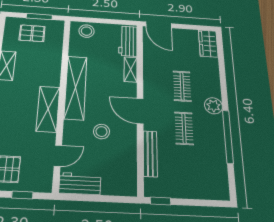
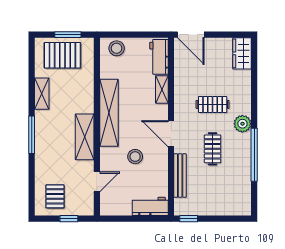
pallet: (32, 33) -> (62, 55), width x1.50, depth x1.42
clothes rail: (182, 86) -> (213, 104), turned 90
workbench: (80, 184) -> (150, 206), moved

